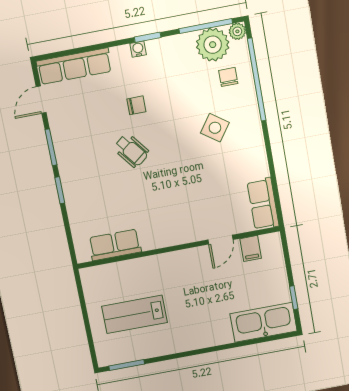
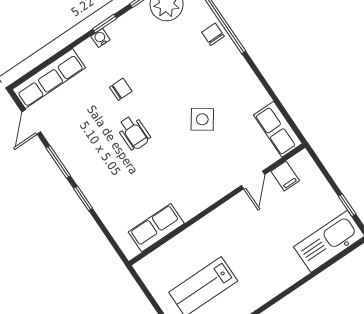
chair: (228, 77) -> (213, 34), moved
side table: (215, 128) -> (202, 119), moved
wheelchair: (131, 150) -> (134, 133), turned 38

